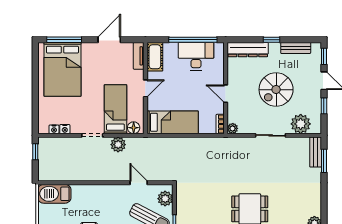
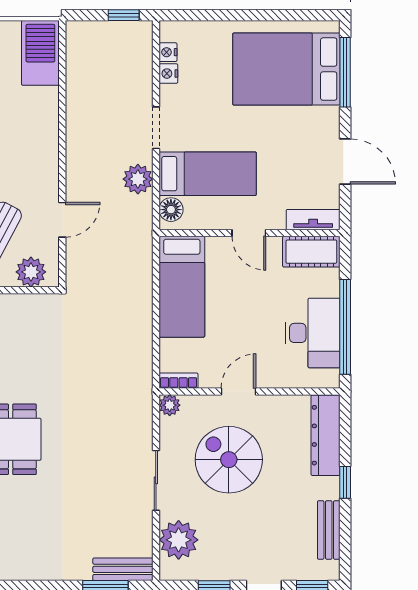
spiral stairs: (276, 90) -> (229, 460), moved

